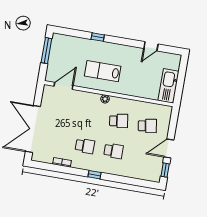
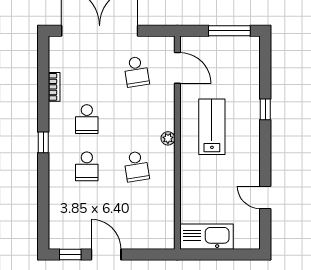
school desk: (147, 126) -> (136, 72), moved

